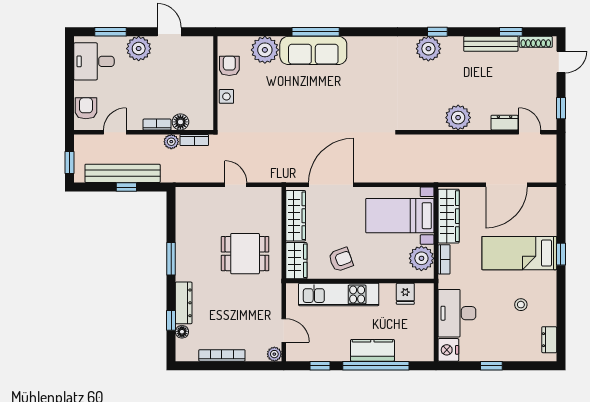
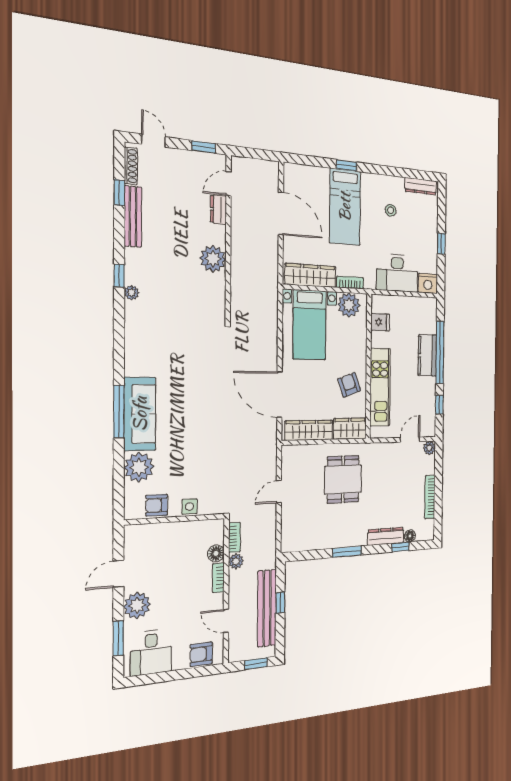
plant: (428, 49) -> (132, 293), width x0.53, depth x0.53
dresser: (549, 340) -> (421, 186), width x1.44

